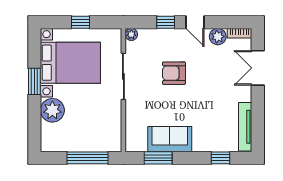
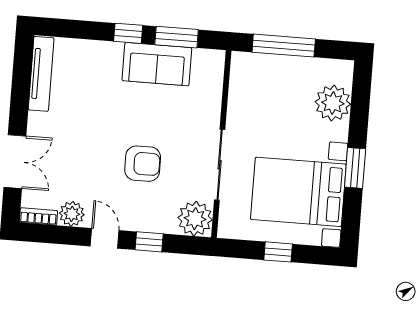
plant: (131, 34) -> (195, 219), width x1.87, depth x1.87
plant: (52, 110) -> (333, 103), moved
window: (220, 158) -> (128, 33), moved

